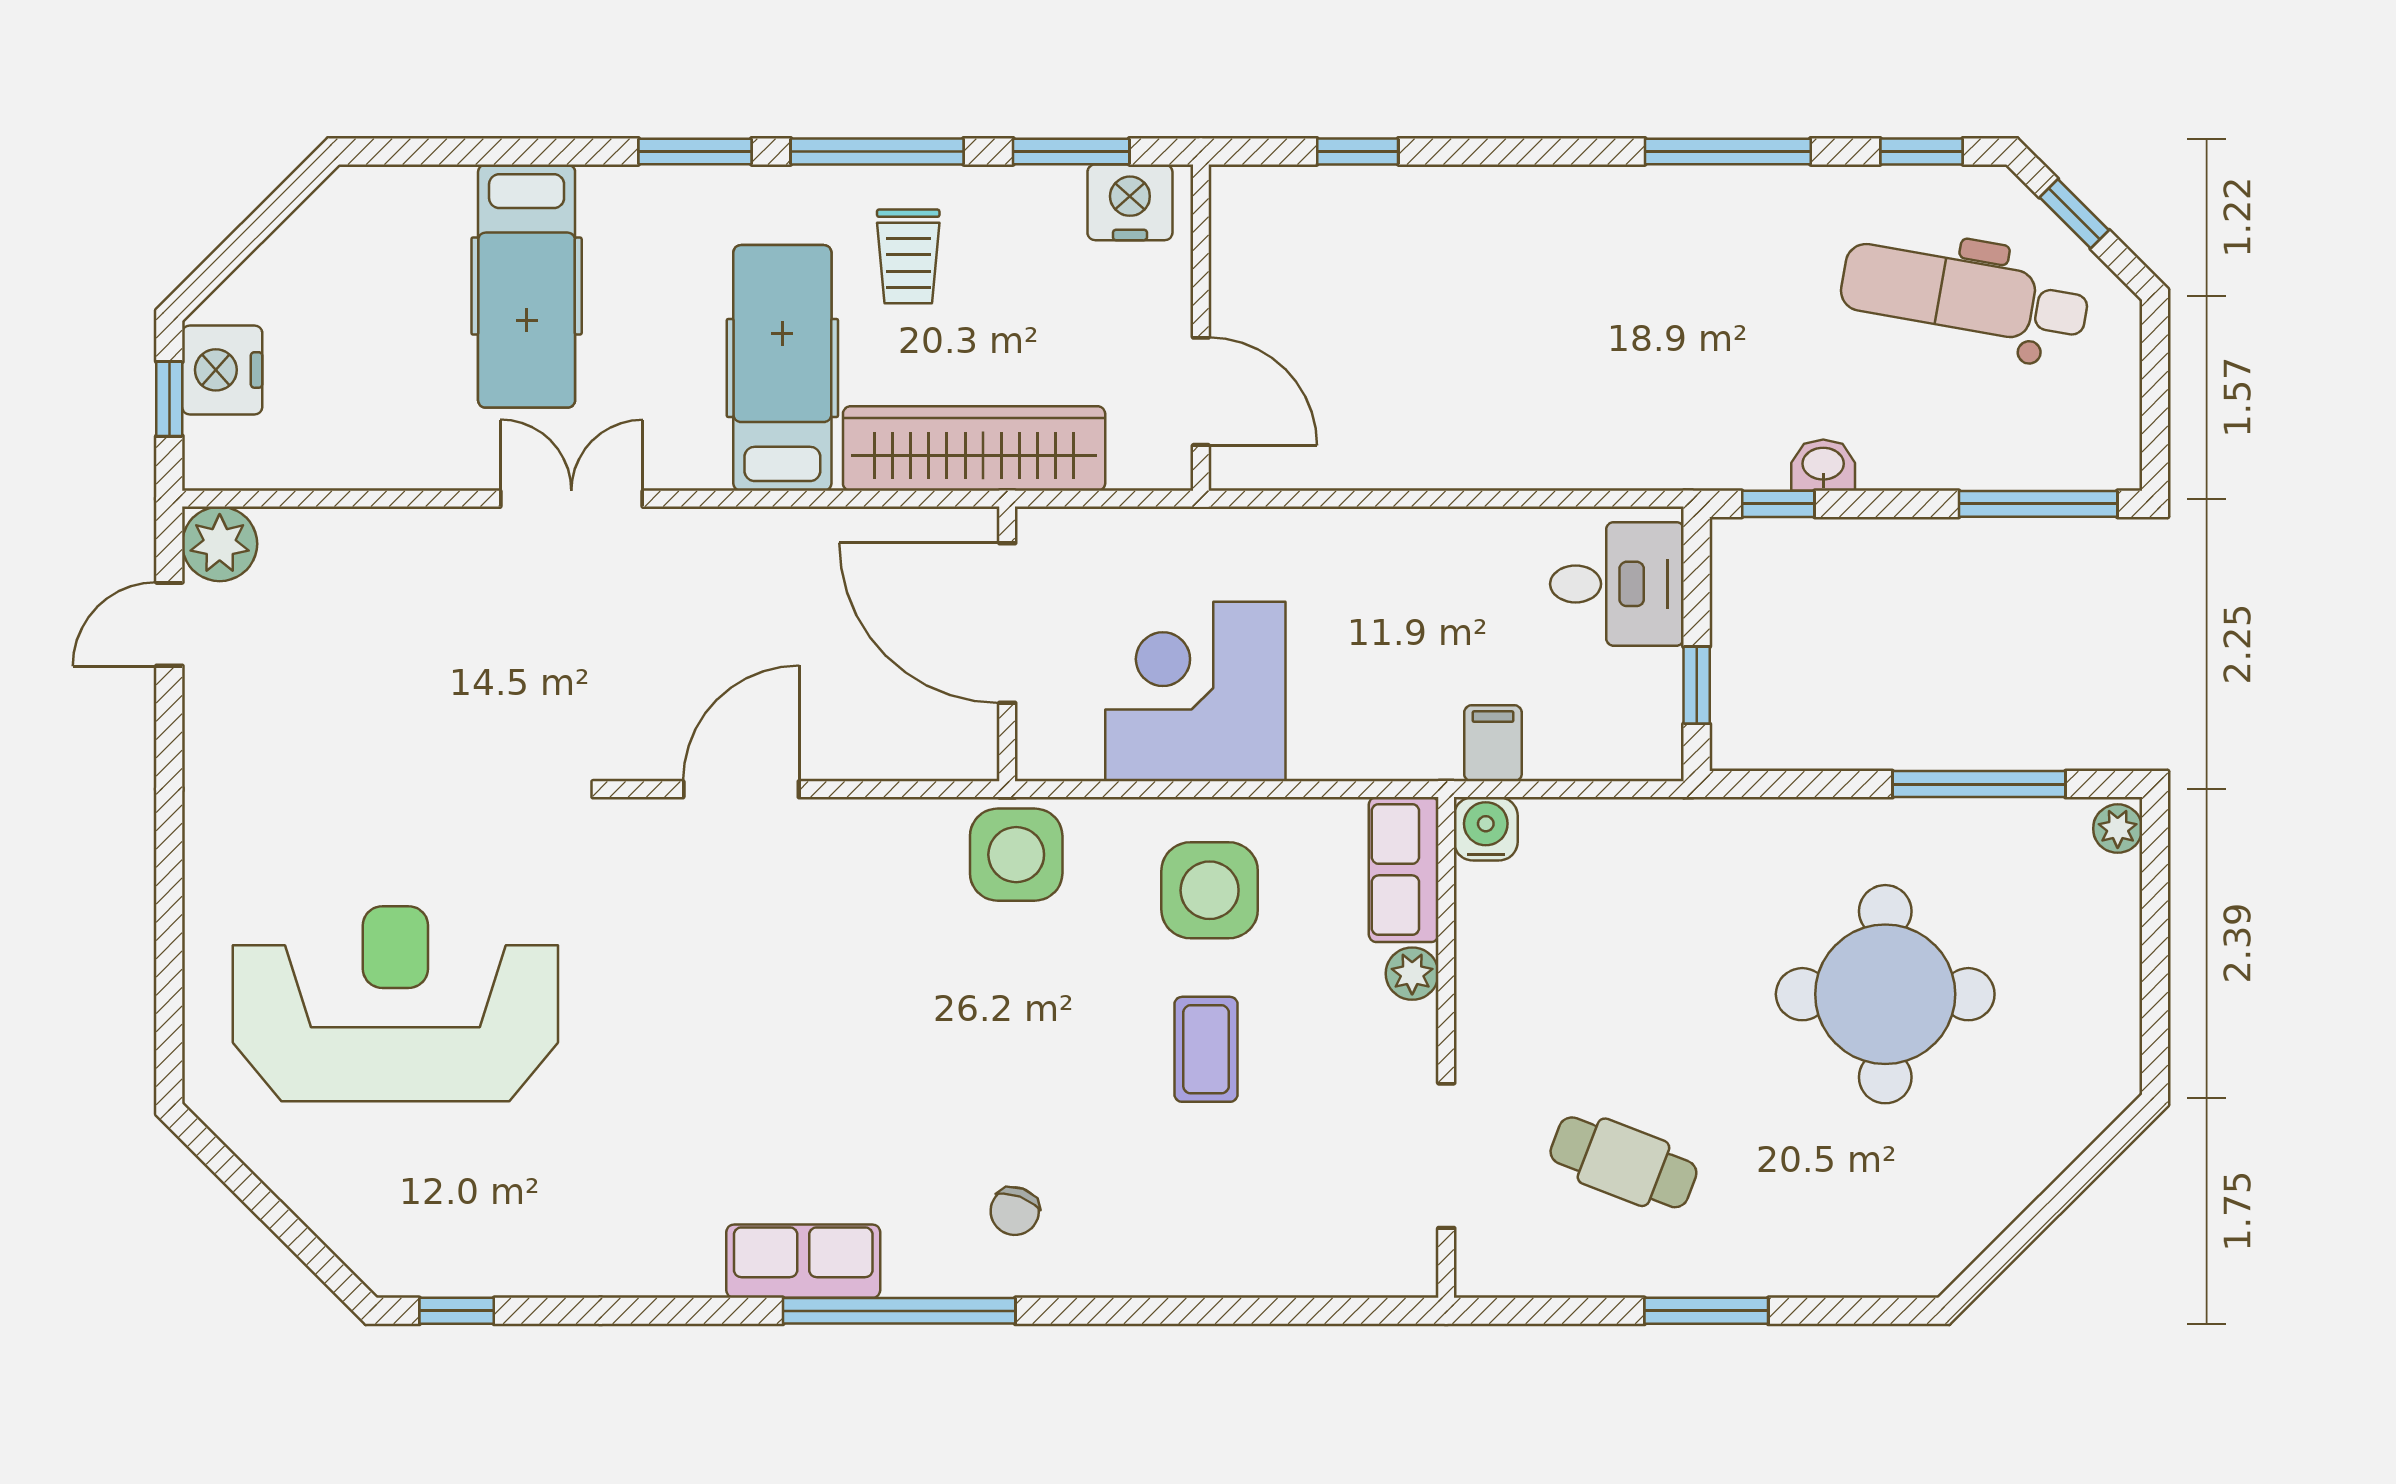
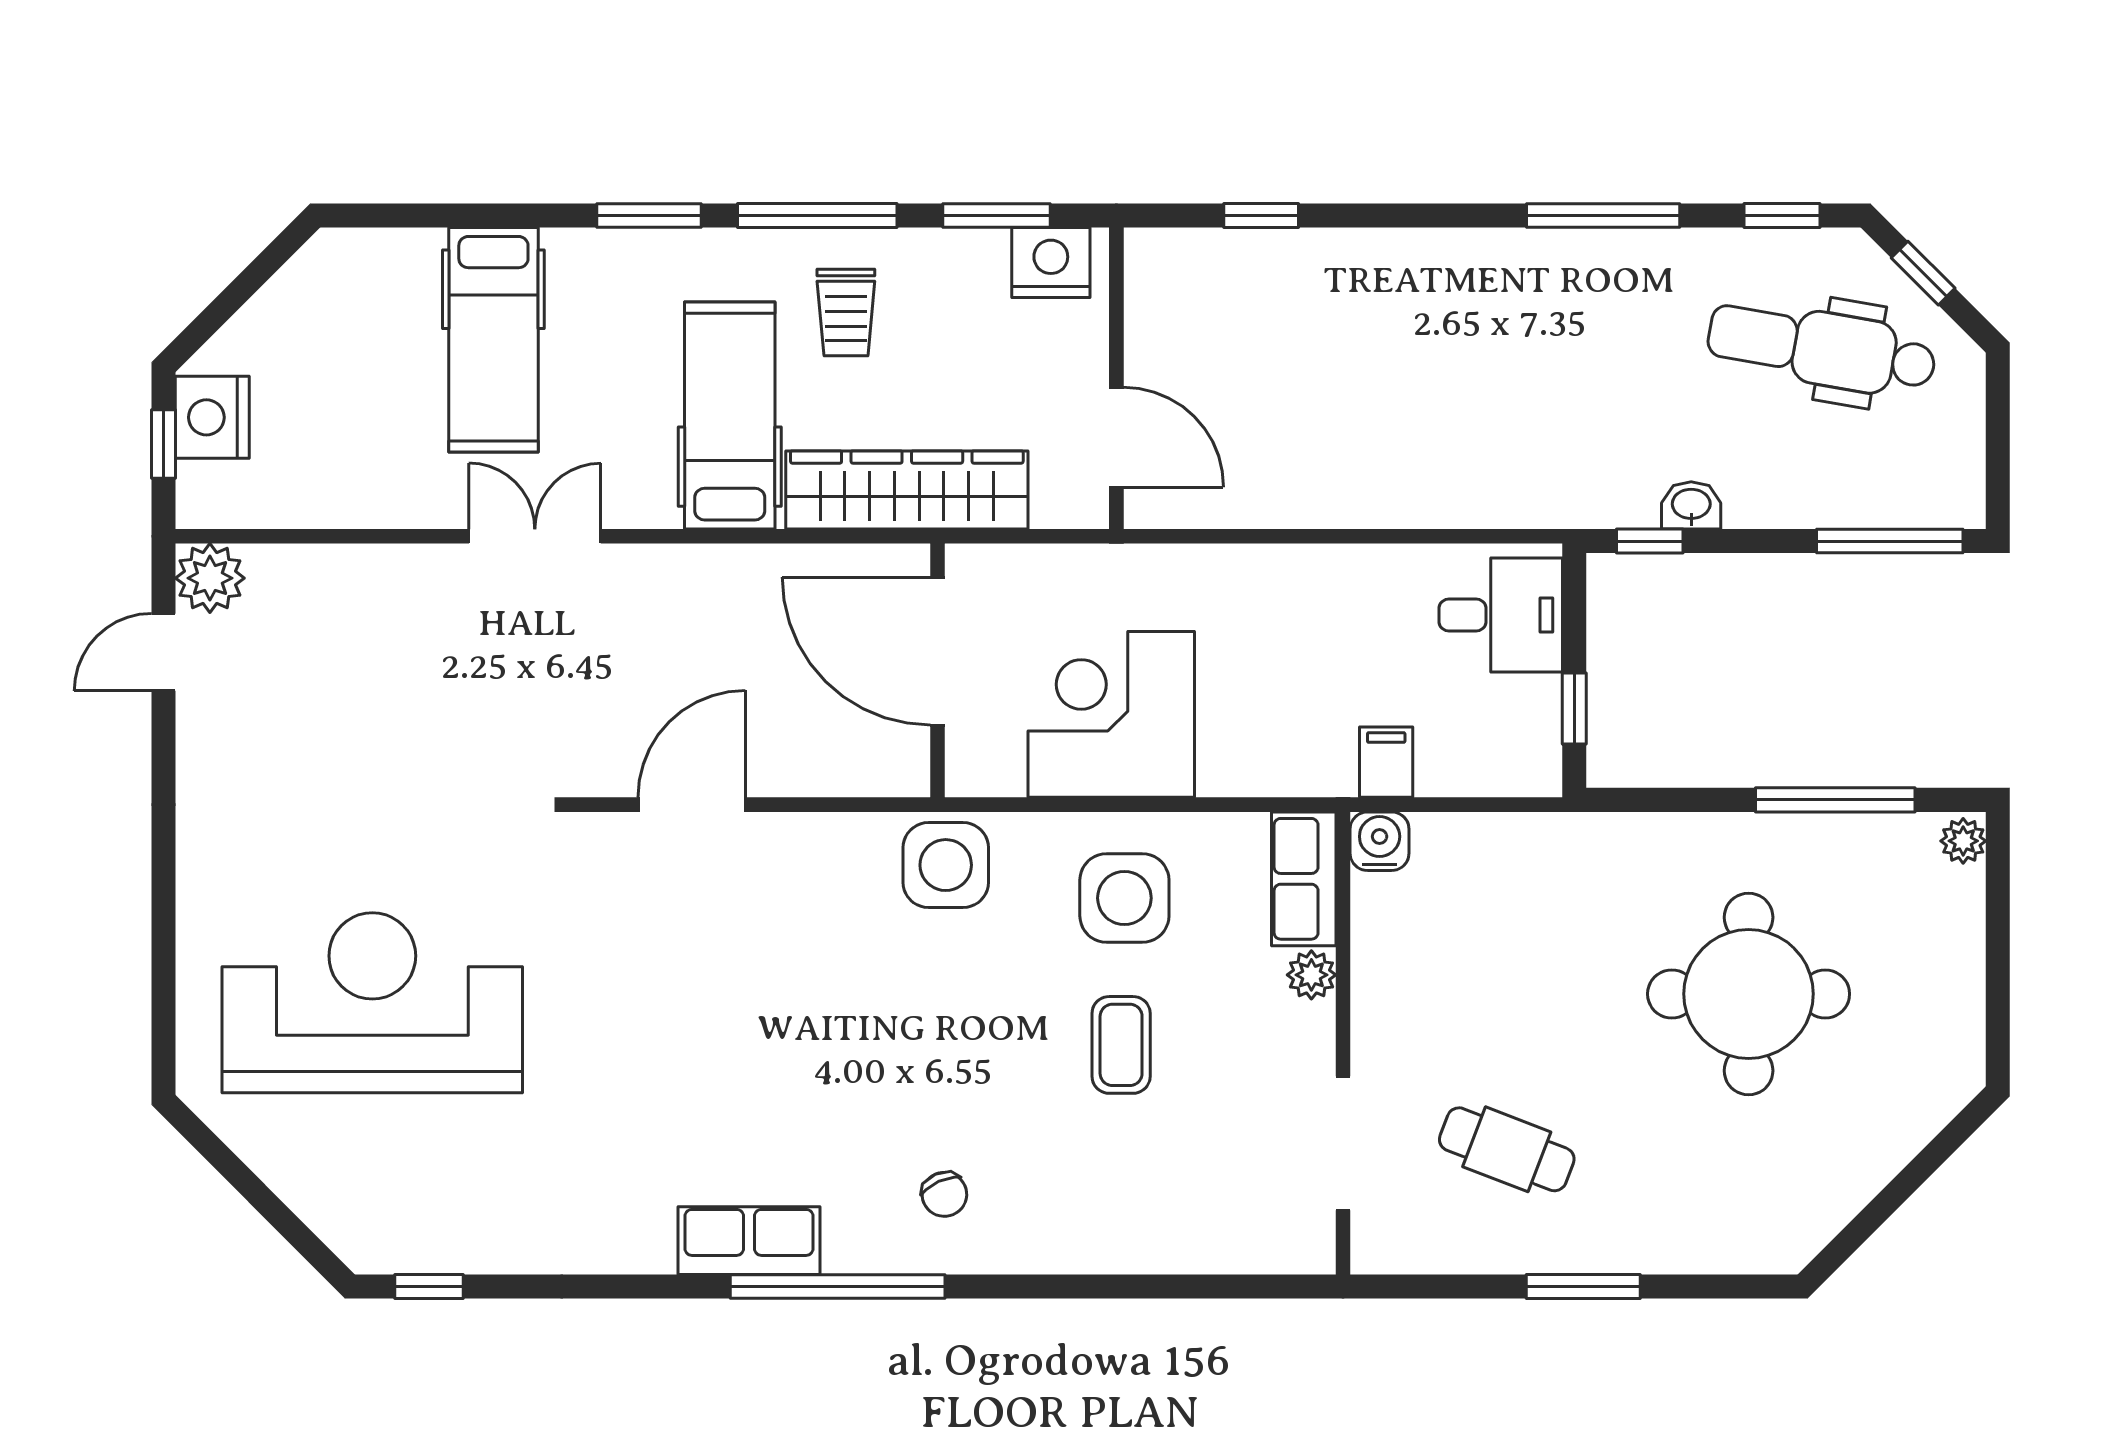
chair: (1015, 1211) -> (944, 1194), turned -44

